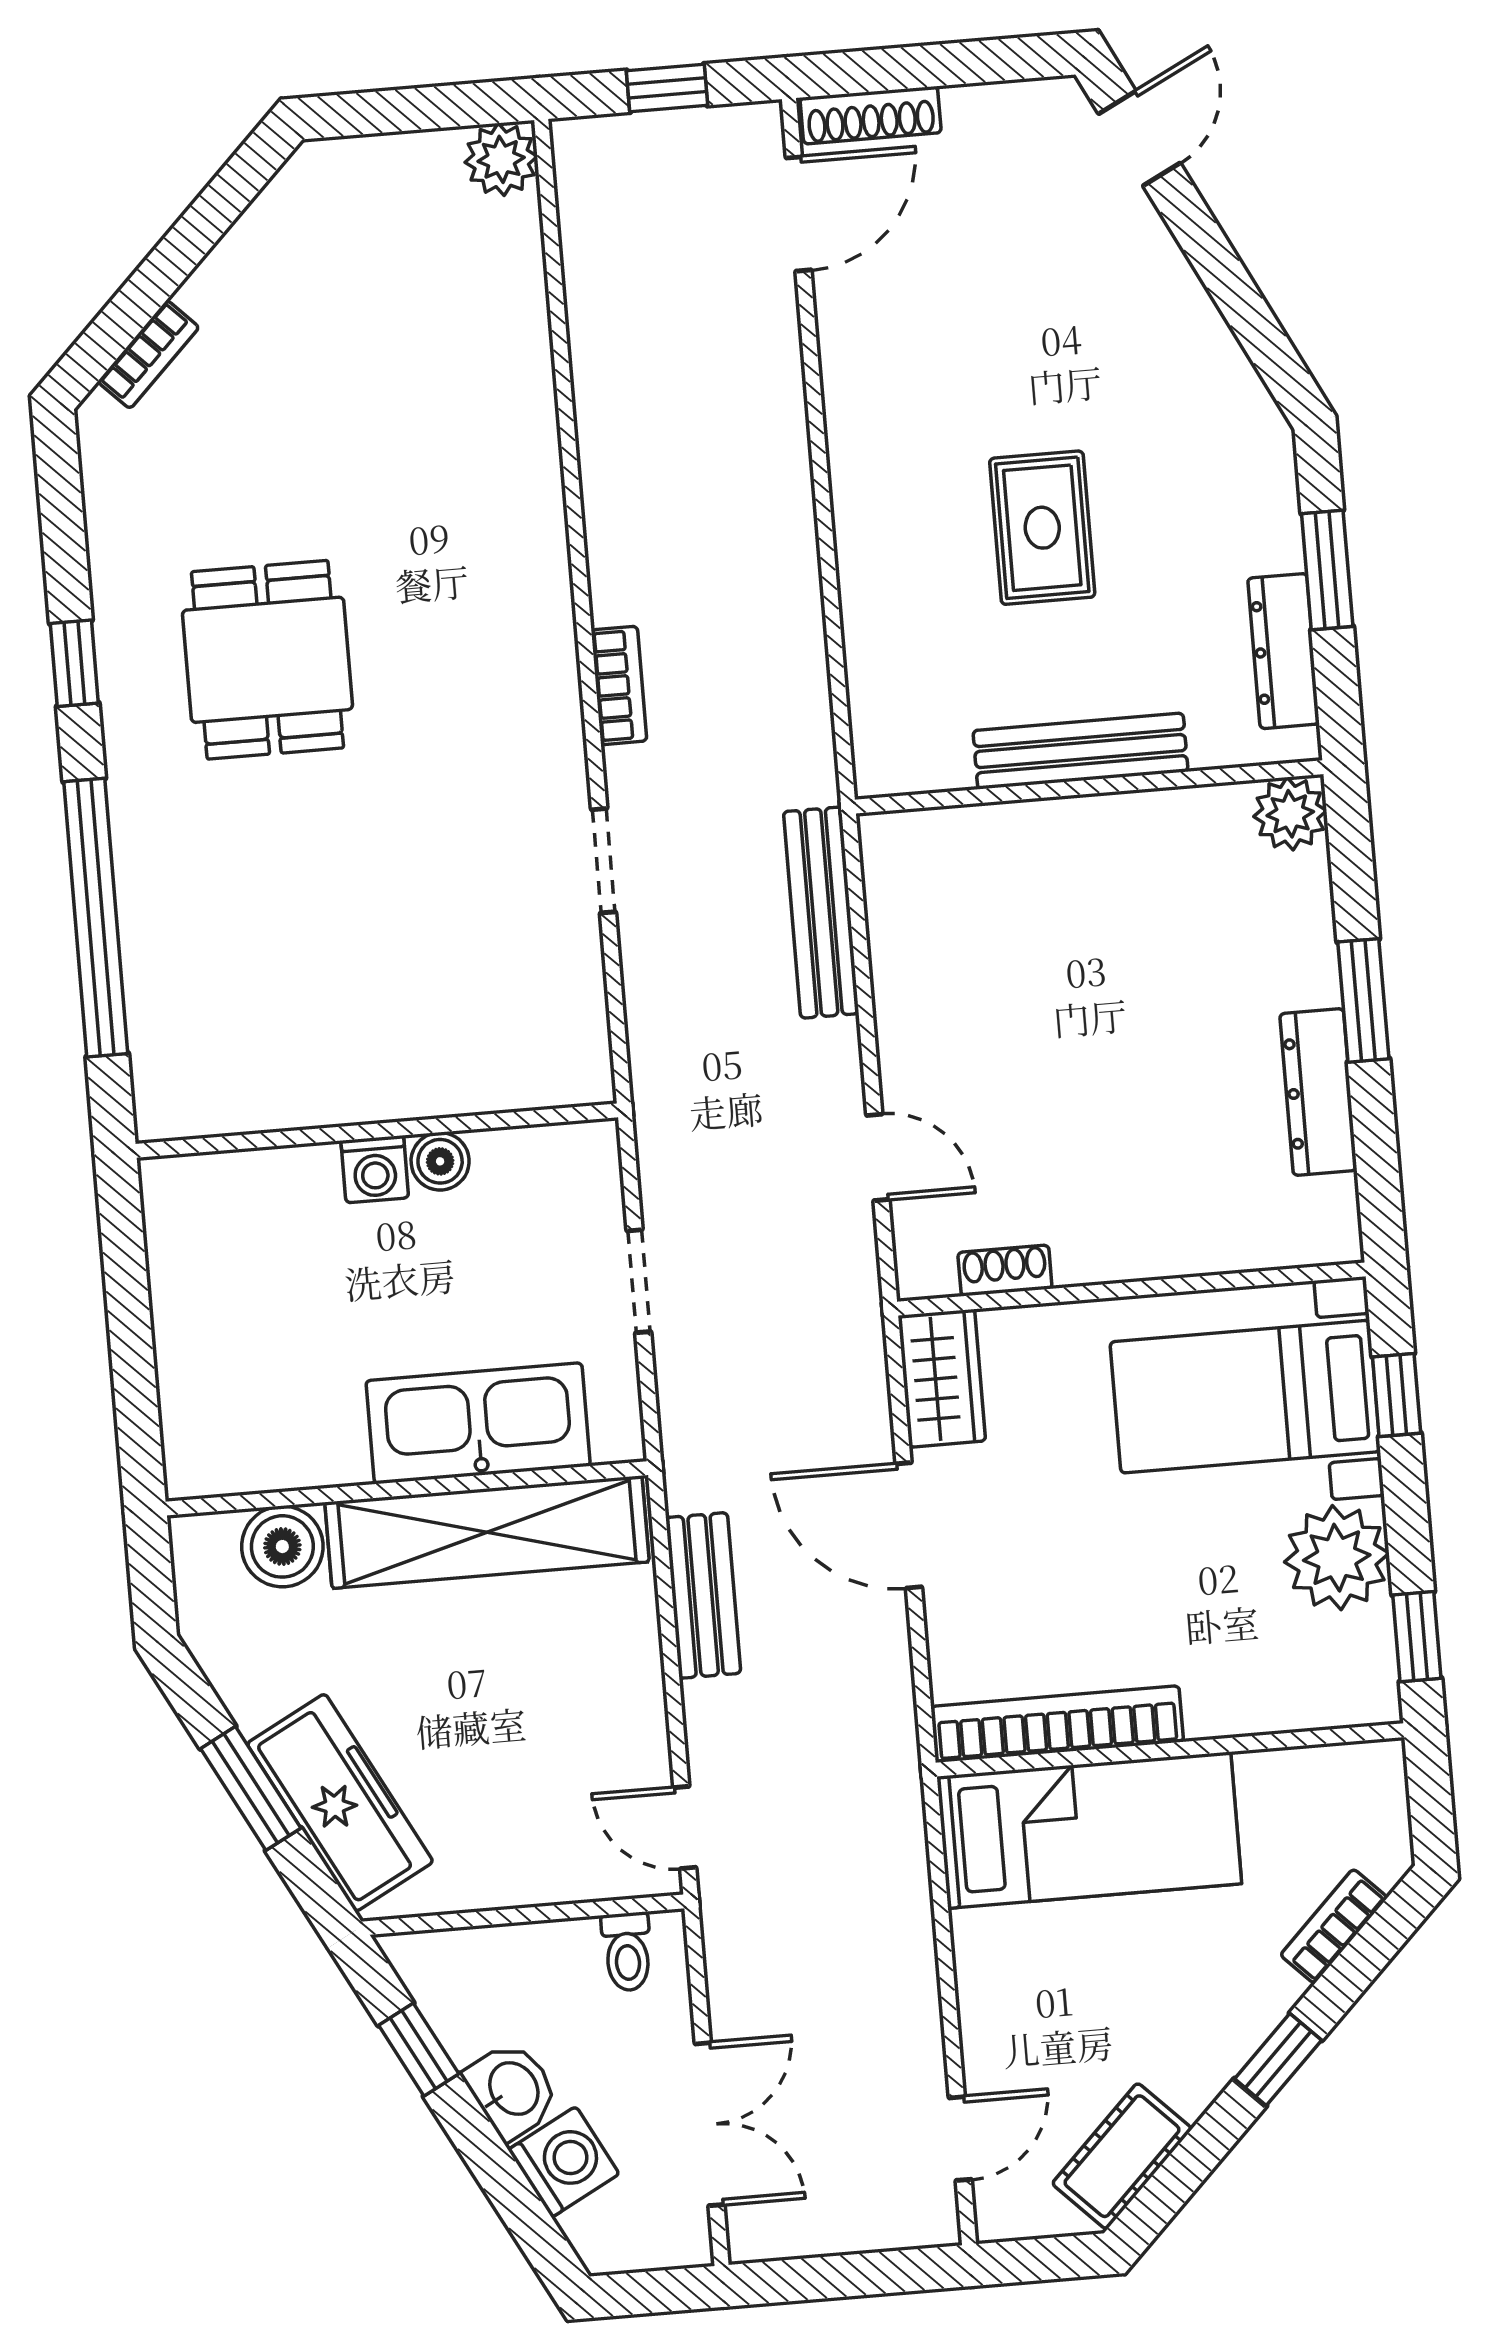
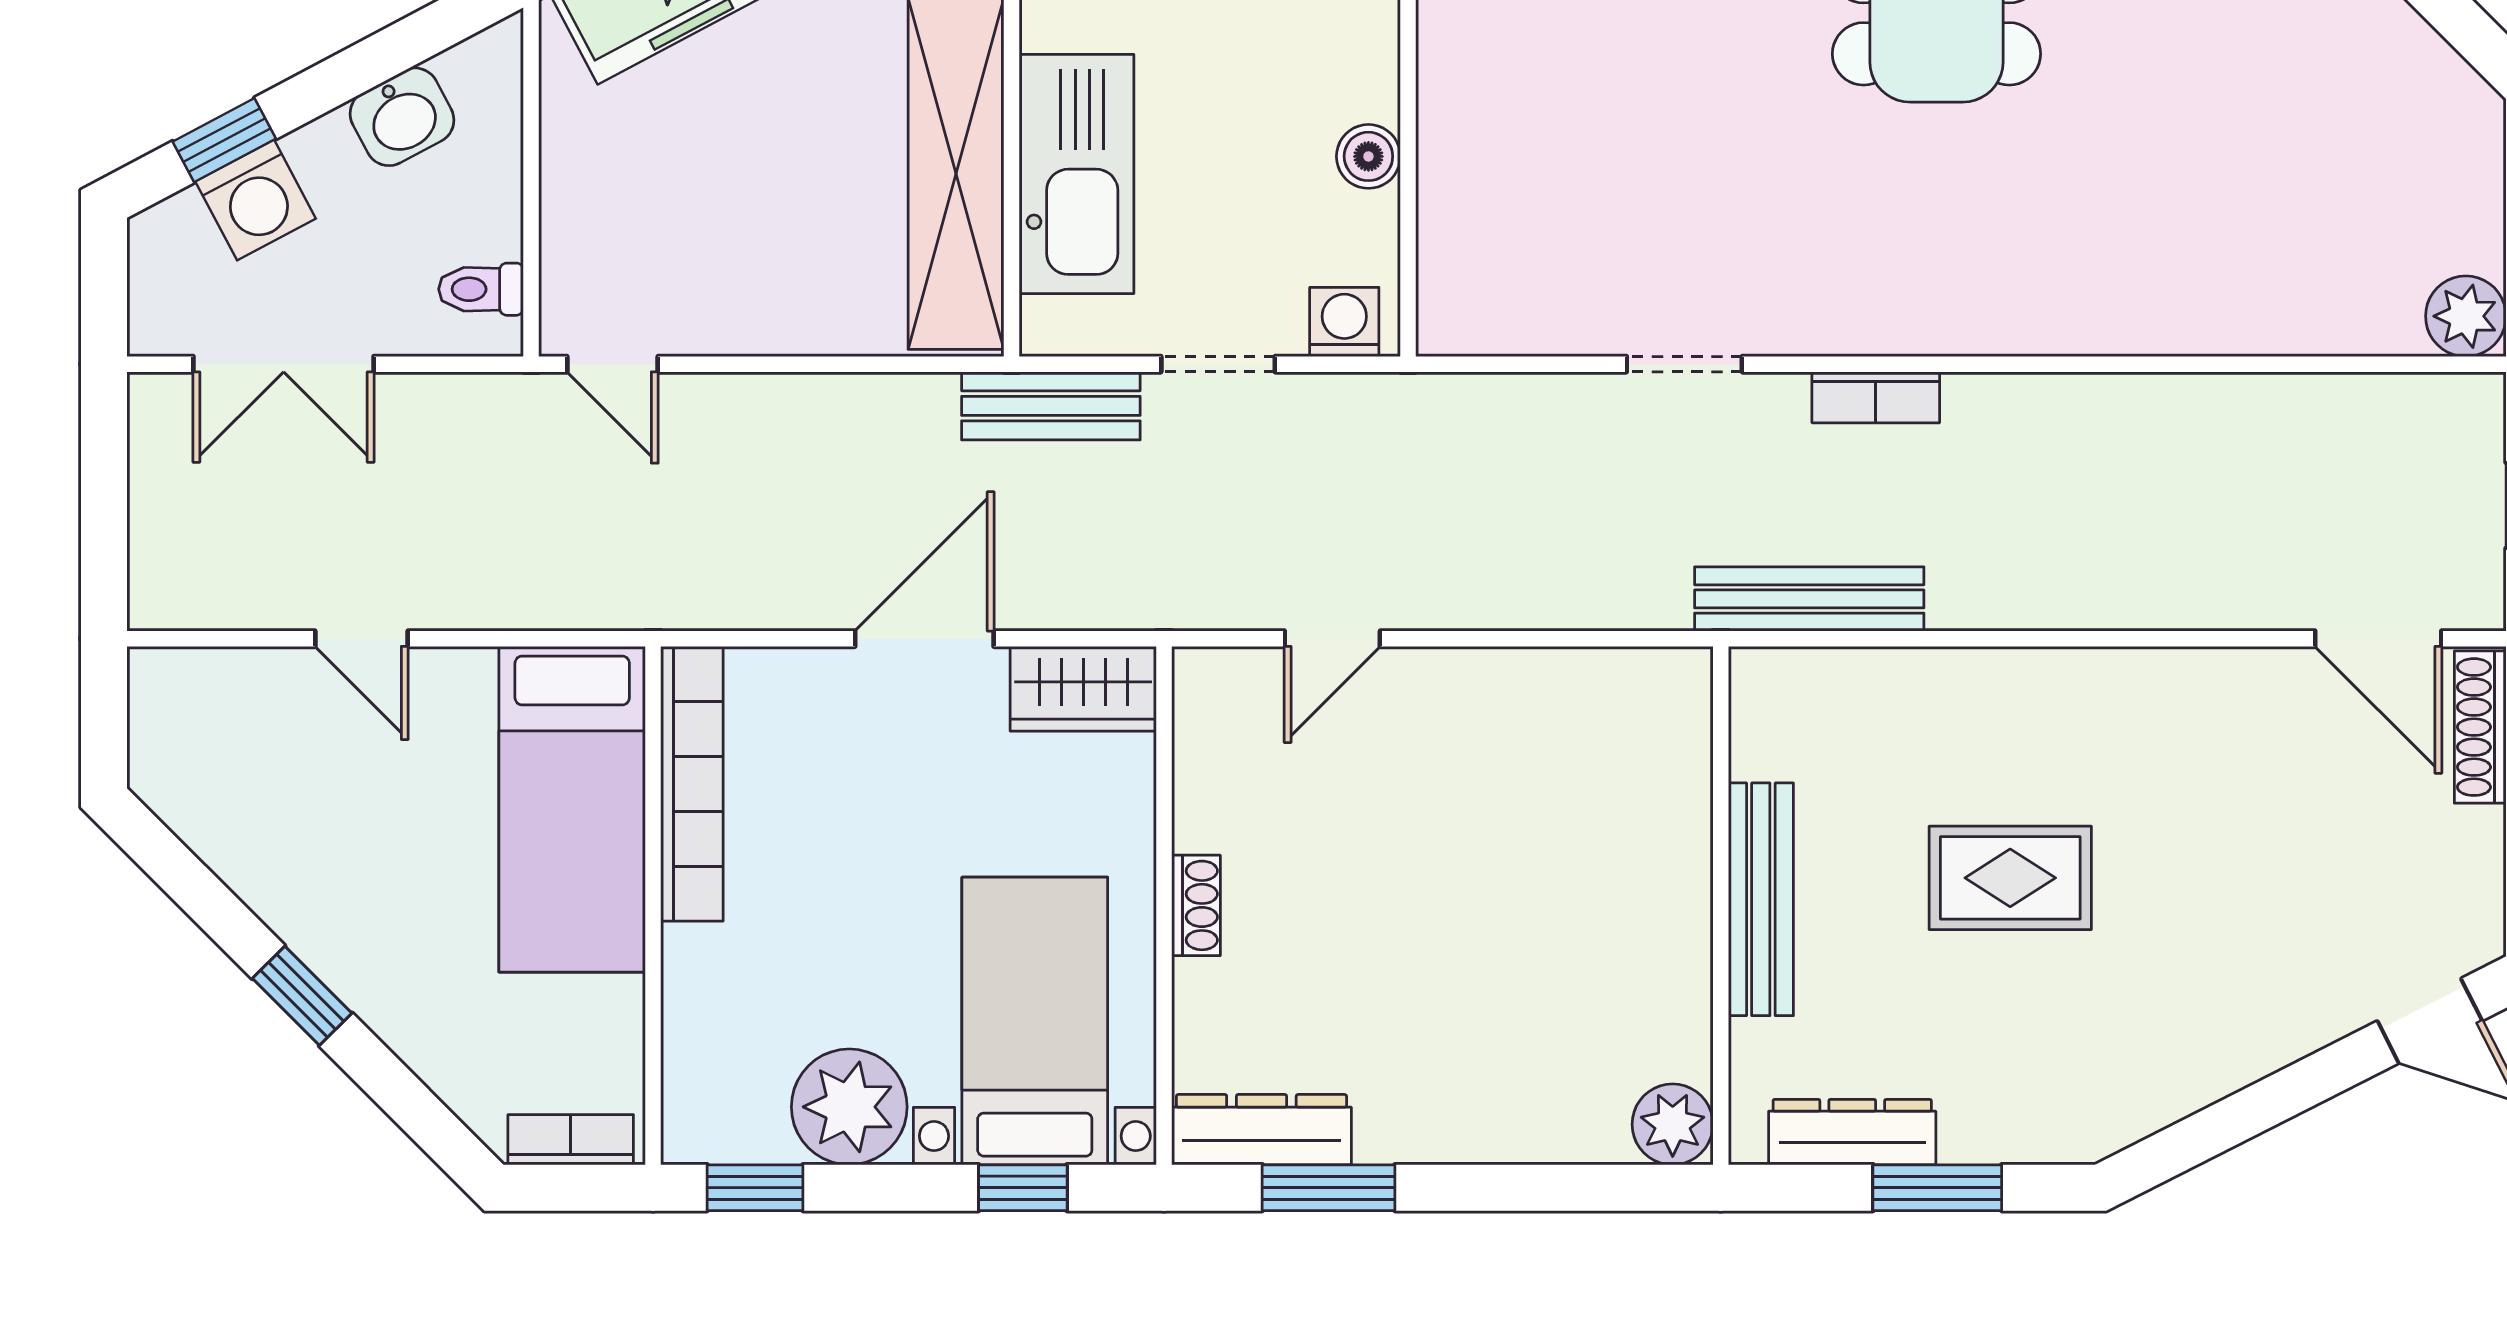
bench: (821, 913) -> (1809, 599), moved
window: (1363, 1000) -> (1329, 1188), moved
dresser: (1318, 1092) -> (1261, 1130), moved
washing machine: (375, 1169) -> (1344, 322), moved, turned 90
shoe rack: (1005, 1271) -> (1196, 905), moved
bench: (703, 1595) -> (1051, 406), moved
door: (685, 1827) -> (612, 364), swing flipped
bookcase: (1334, 1926) -> (571, 1140), moved, turned -45
window: (419, 2050) -> (224, 140), moved
washbasin: (512, 2090) -> (402, 117), moved
door: (960, 2139) -> (362, 639), moved
cot: (1122, 2156) -> (210, 815), removed

